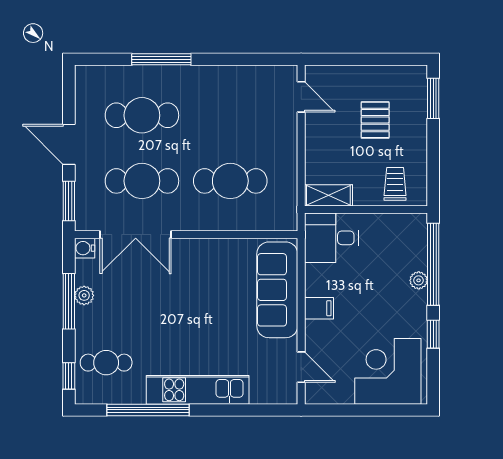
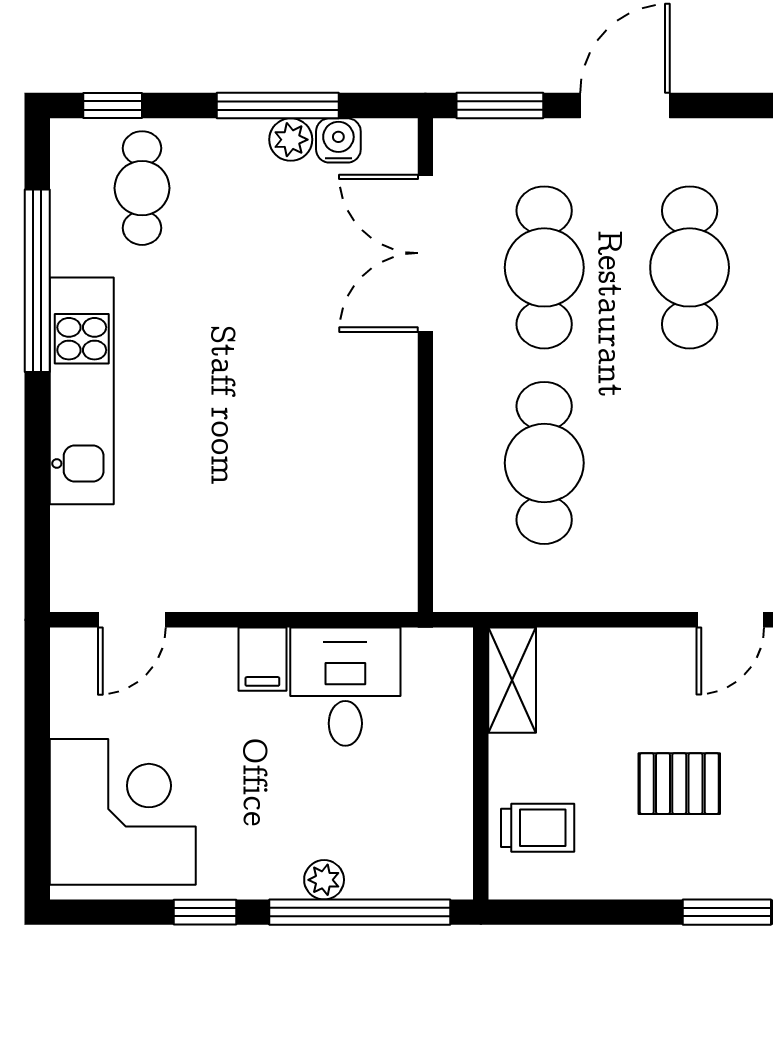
desk: (331, 238) -> (345, 687), moved
water cooler: (85, 248) -> (338, 140), moved
sofa: (277, 290) -> (303, 567), removed

